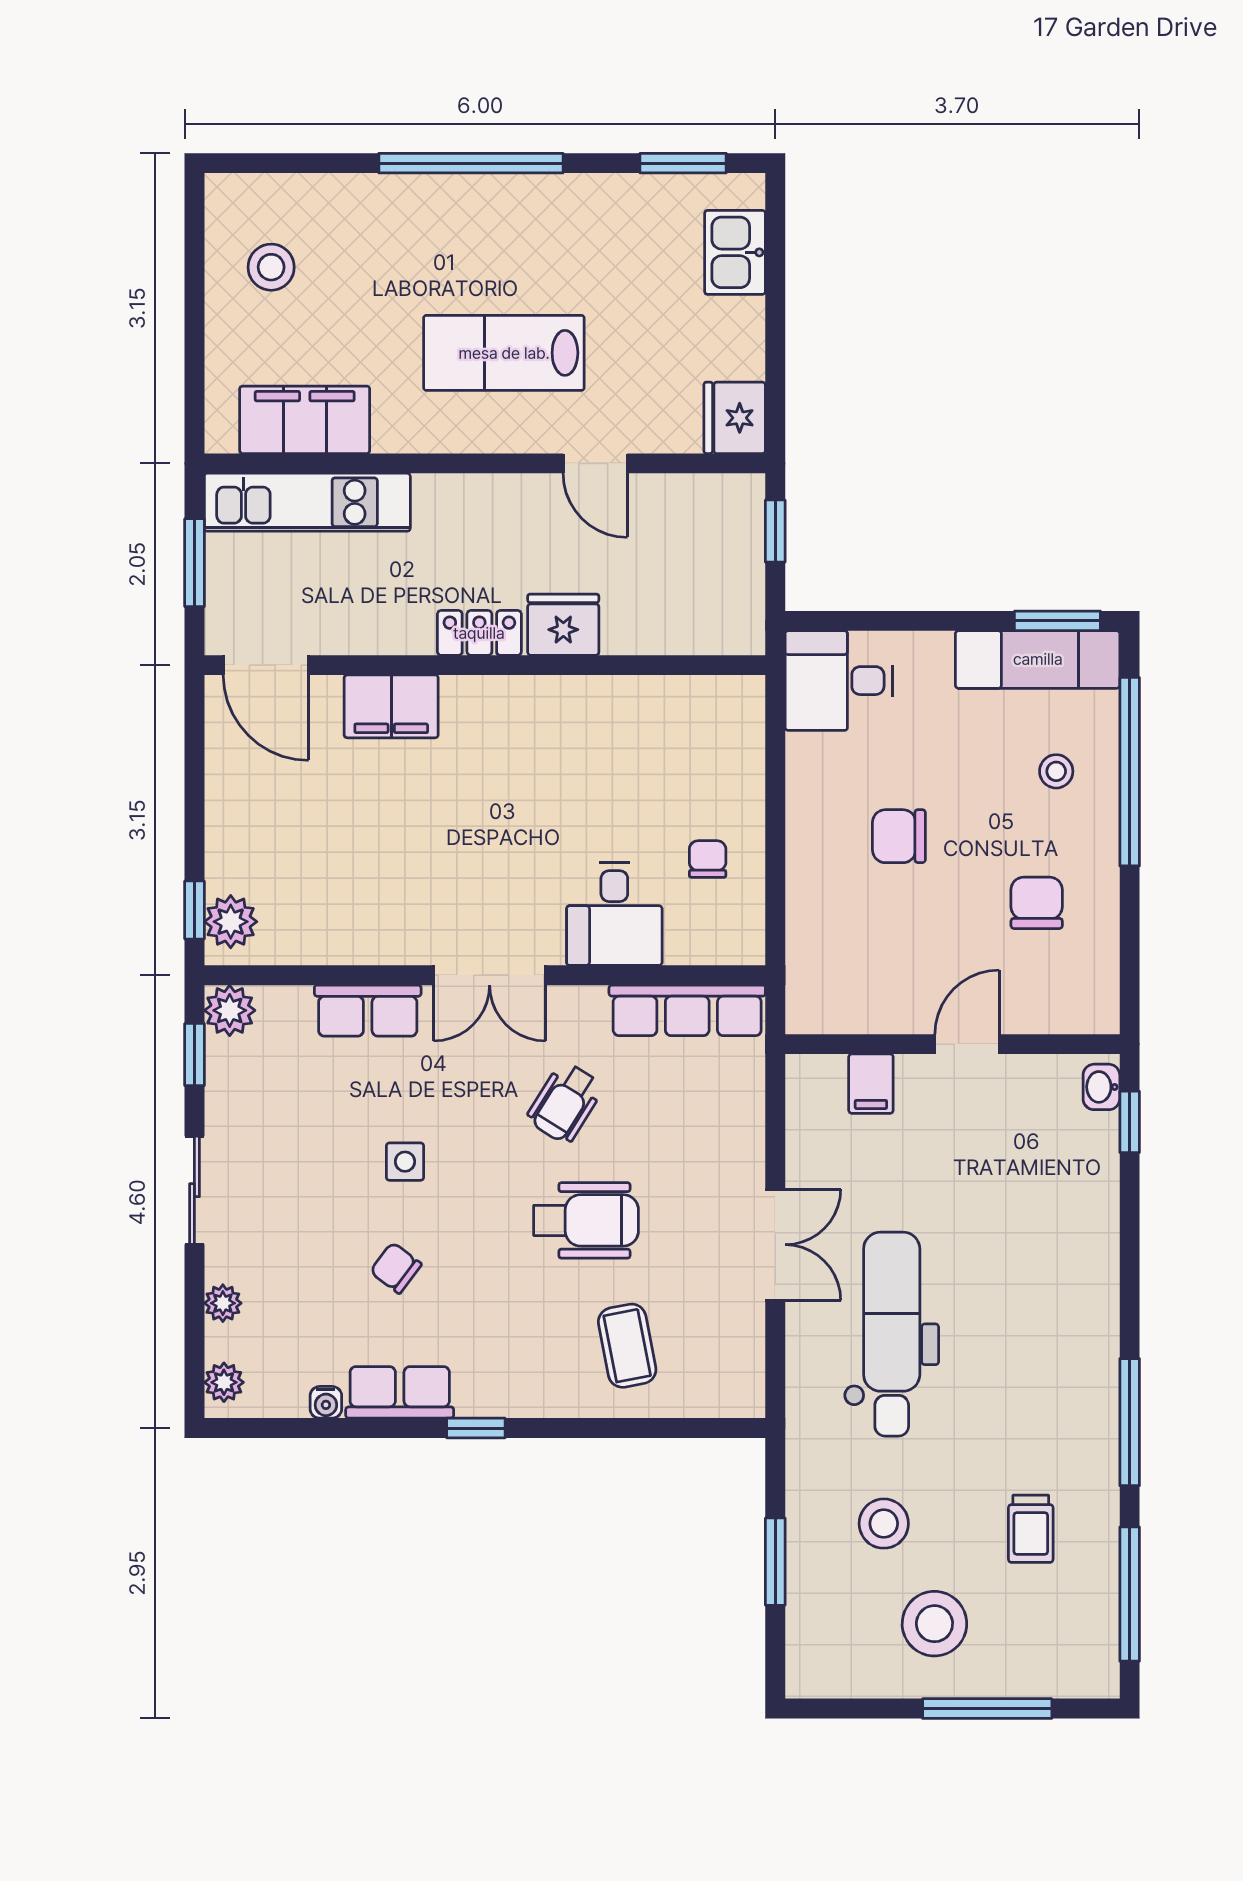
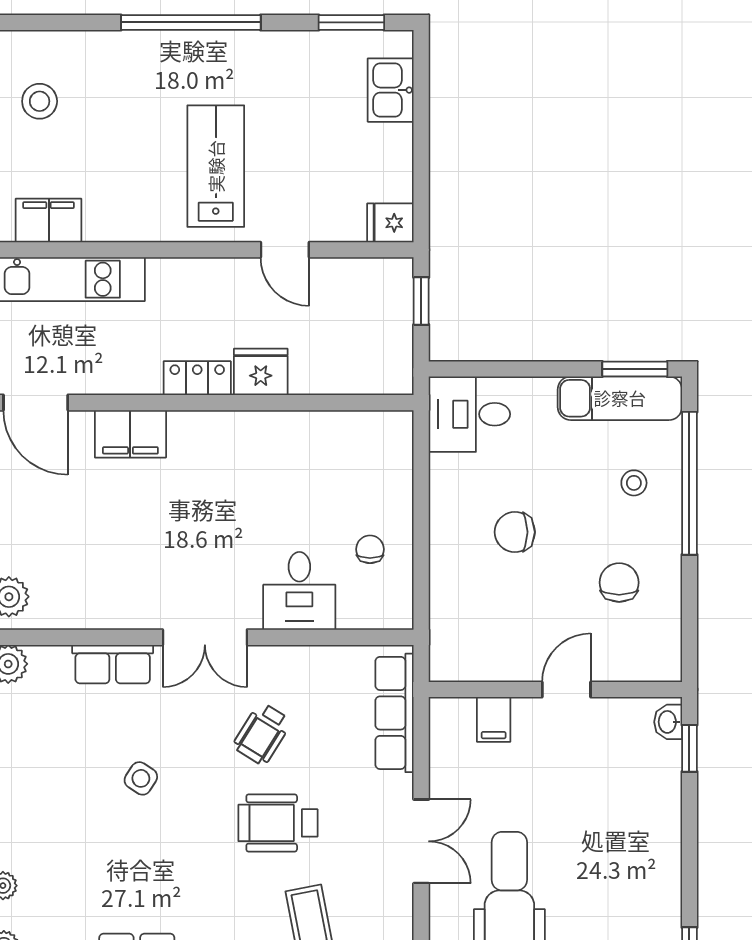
lab bench: (504, 353) -> (216, 166), turned 90
fridge: (735, 418) -> (390, 223), width x0.72
filing cabinet: (305, 420) -> (49, 220), width x0.67, depth x0.86
row of seats: (687, 1010) -> (395, 713), moved, turned 90
side table: (405, 1162) -> (141, 778), turned 33
wheelchair: (586, 1220) -> (278, 823), turned 180
chair: (396, 1268) -> (134, 859), removed

